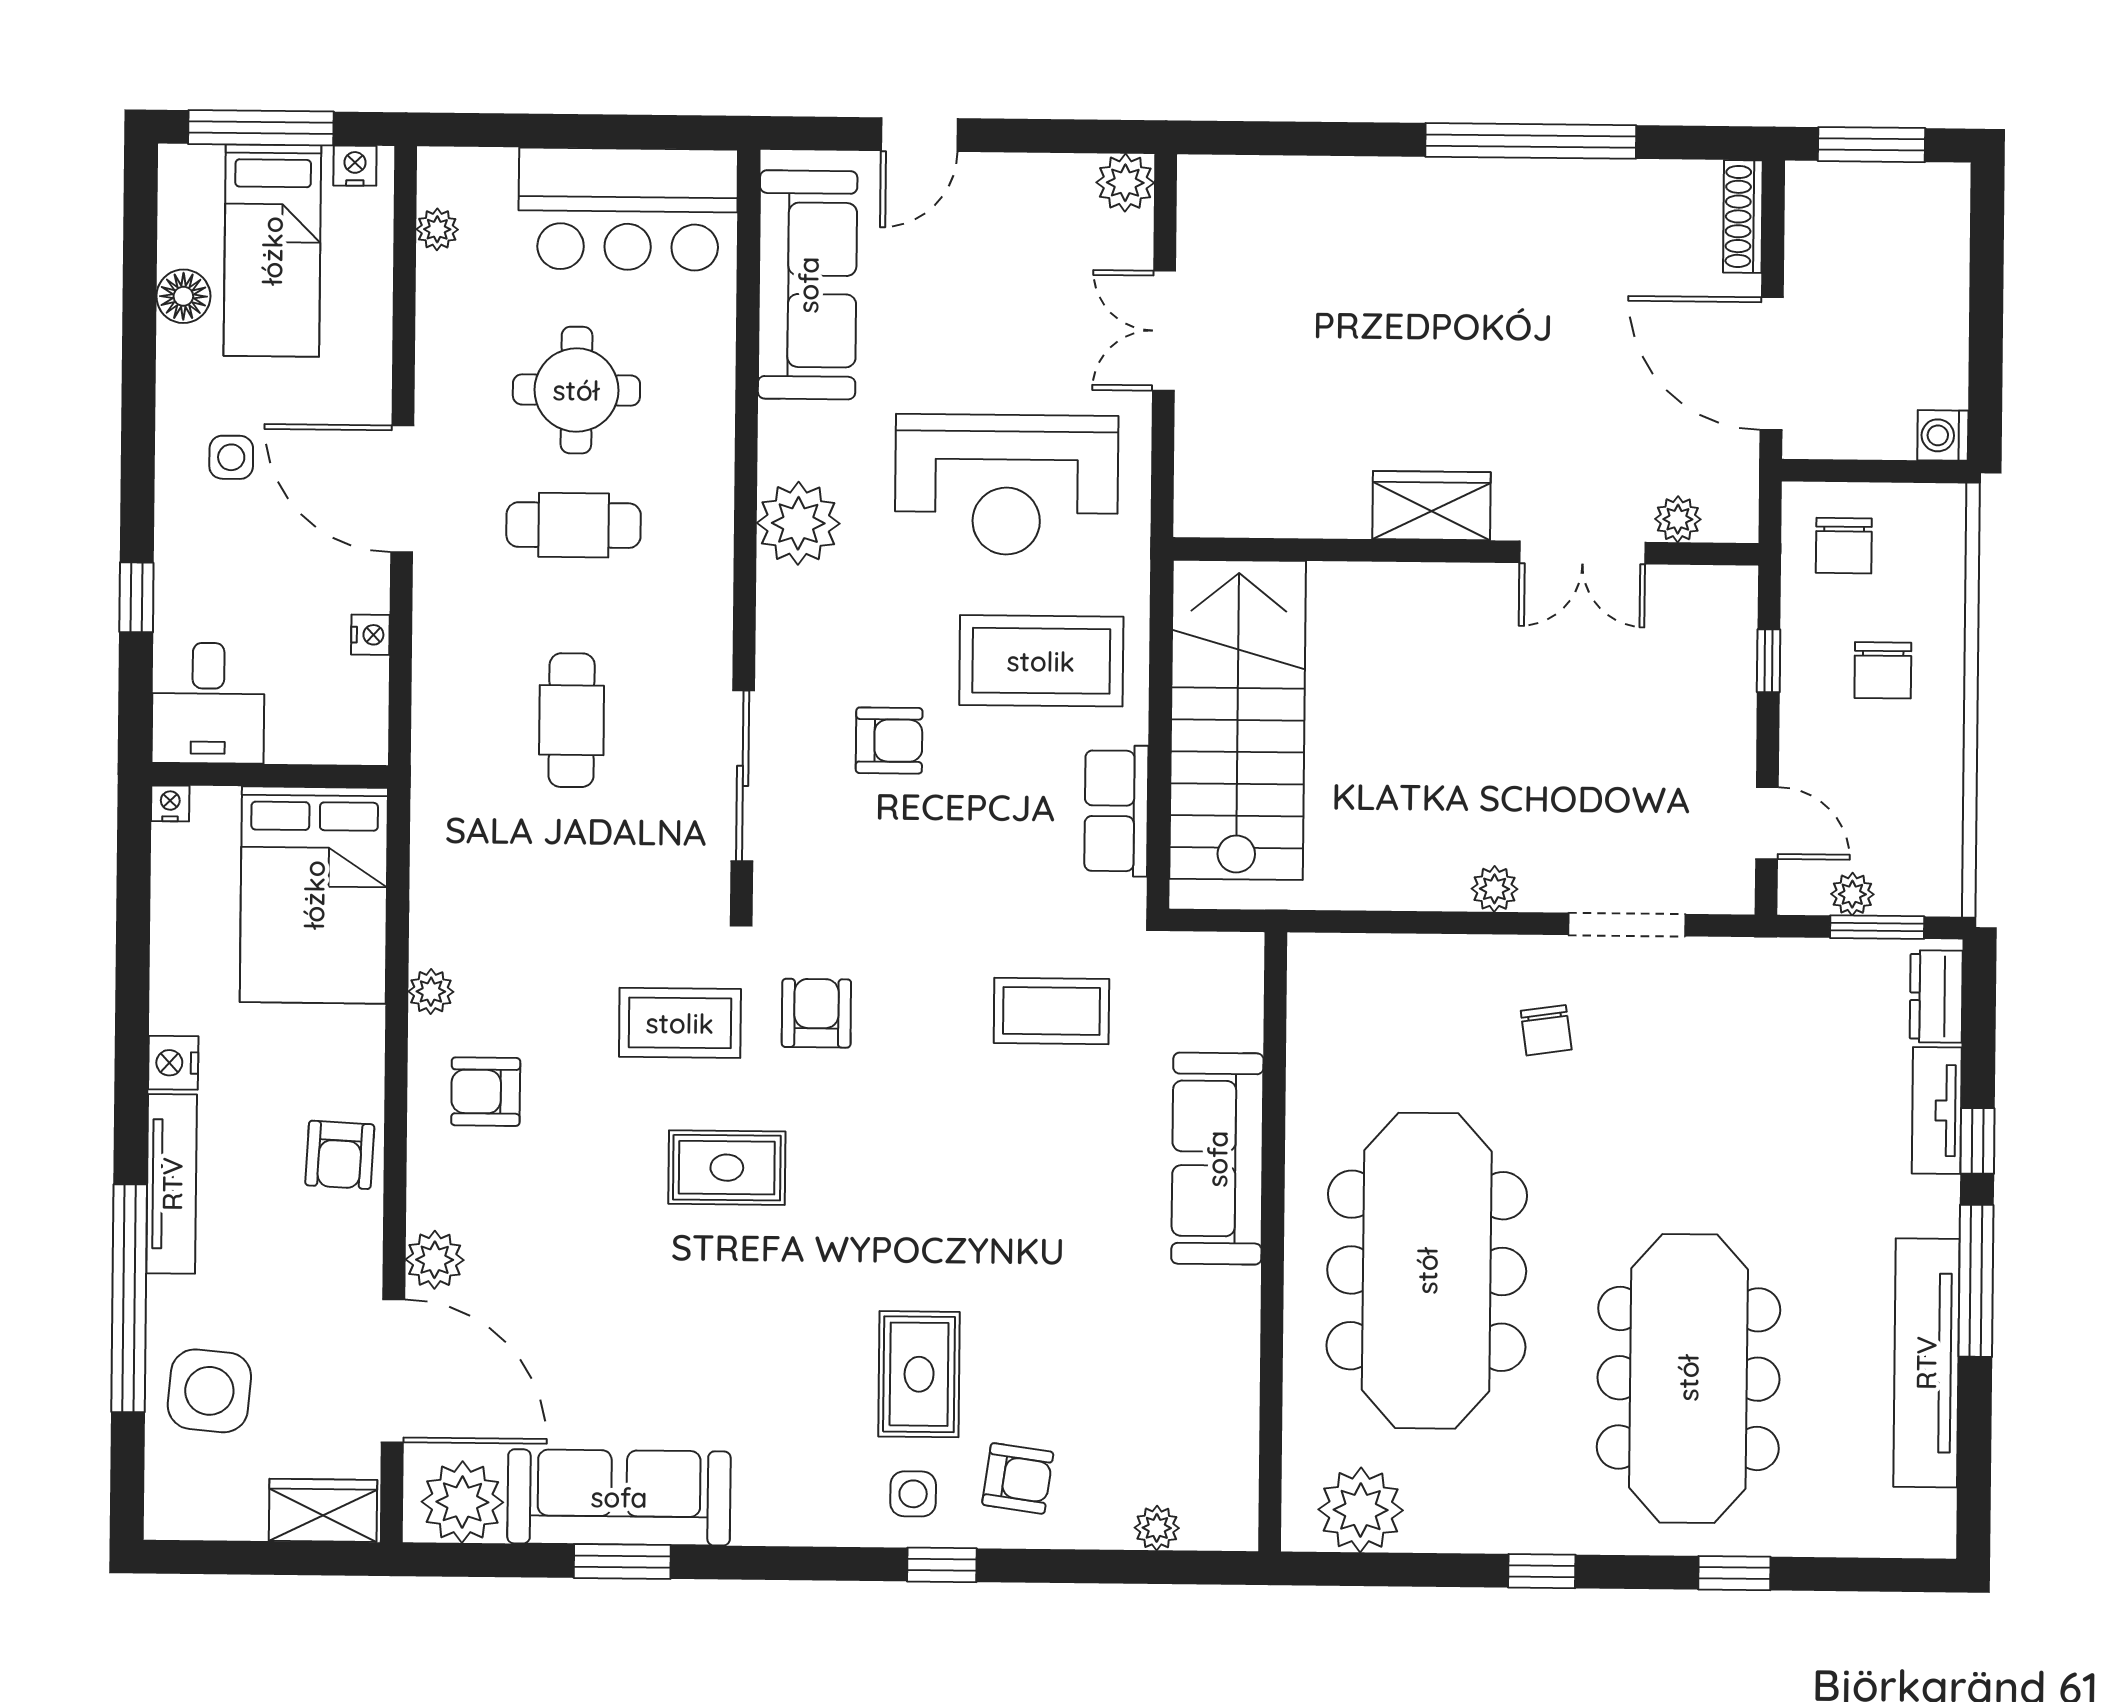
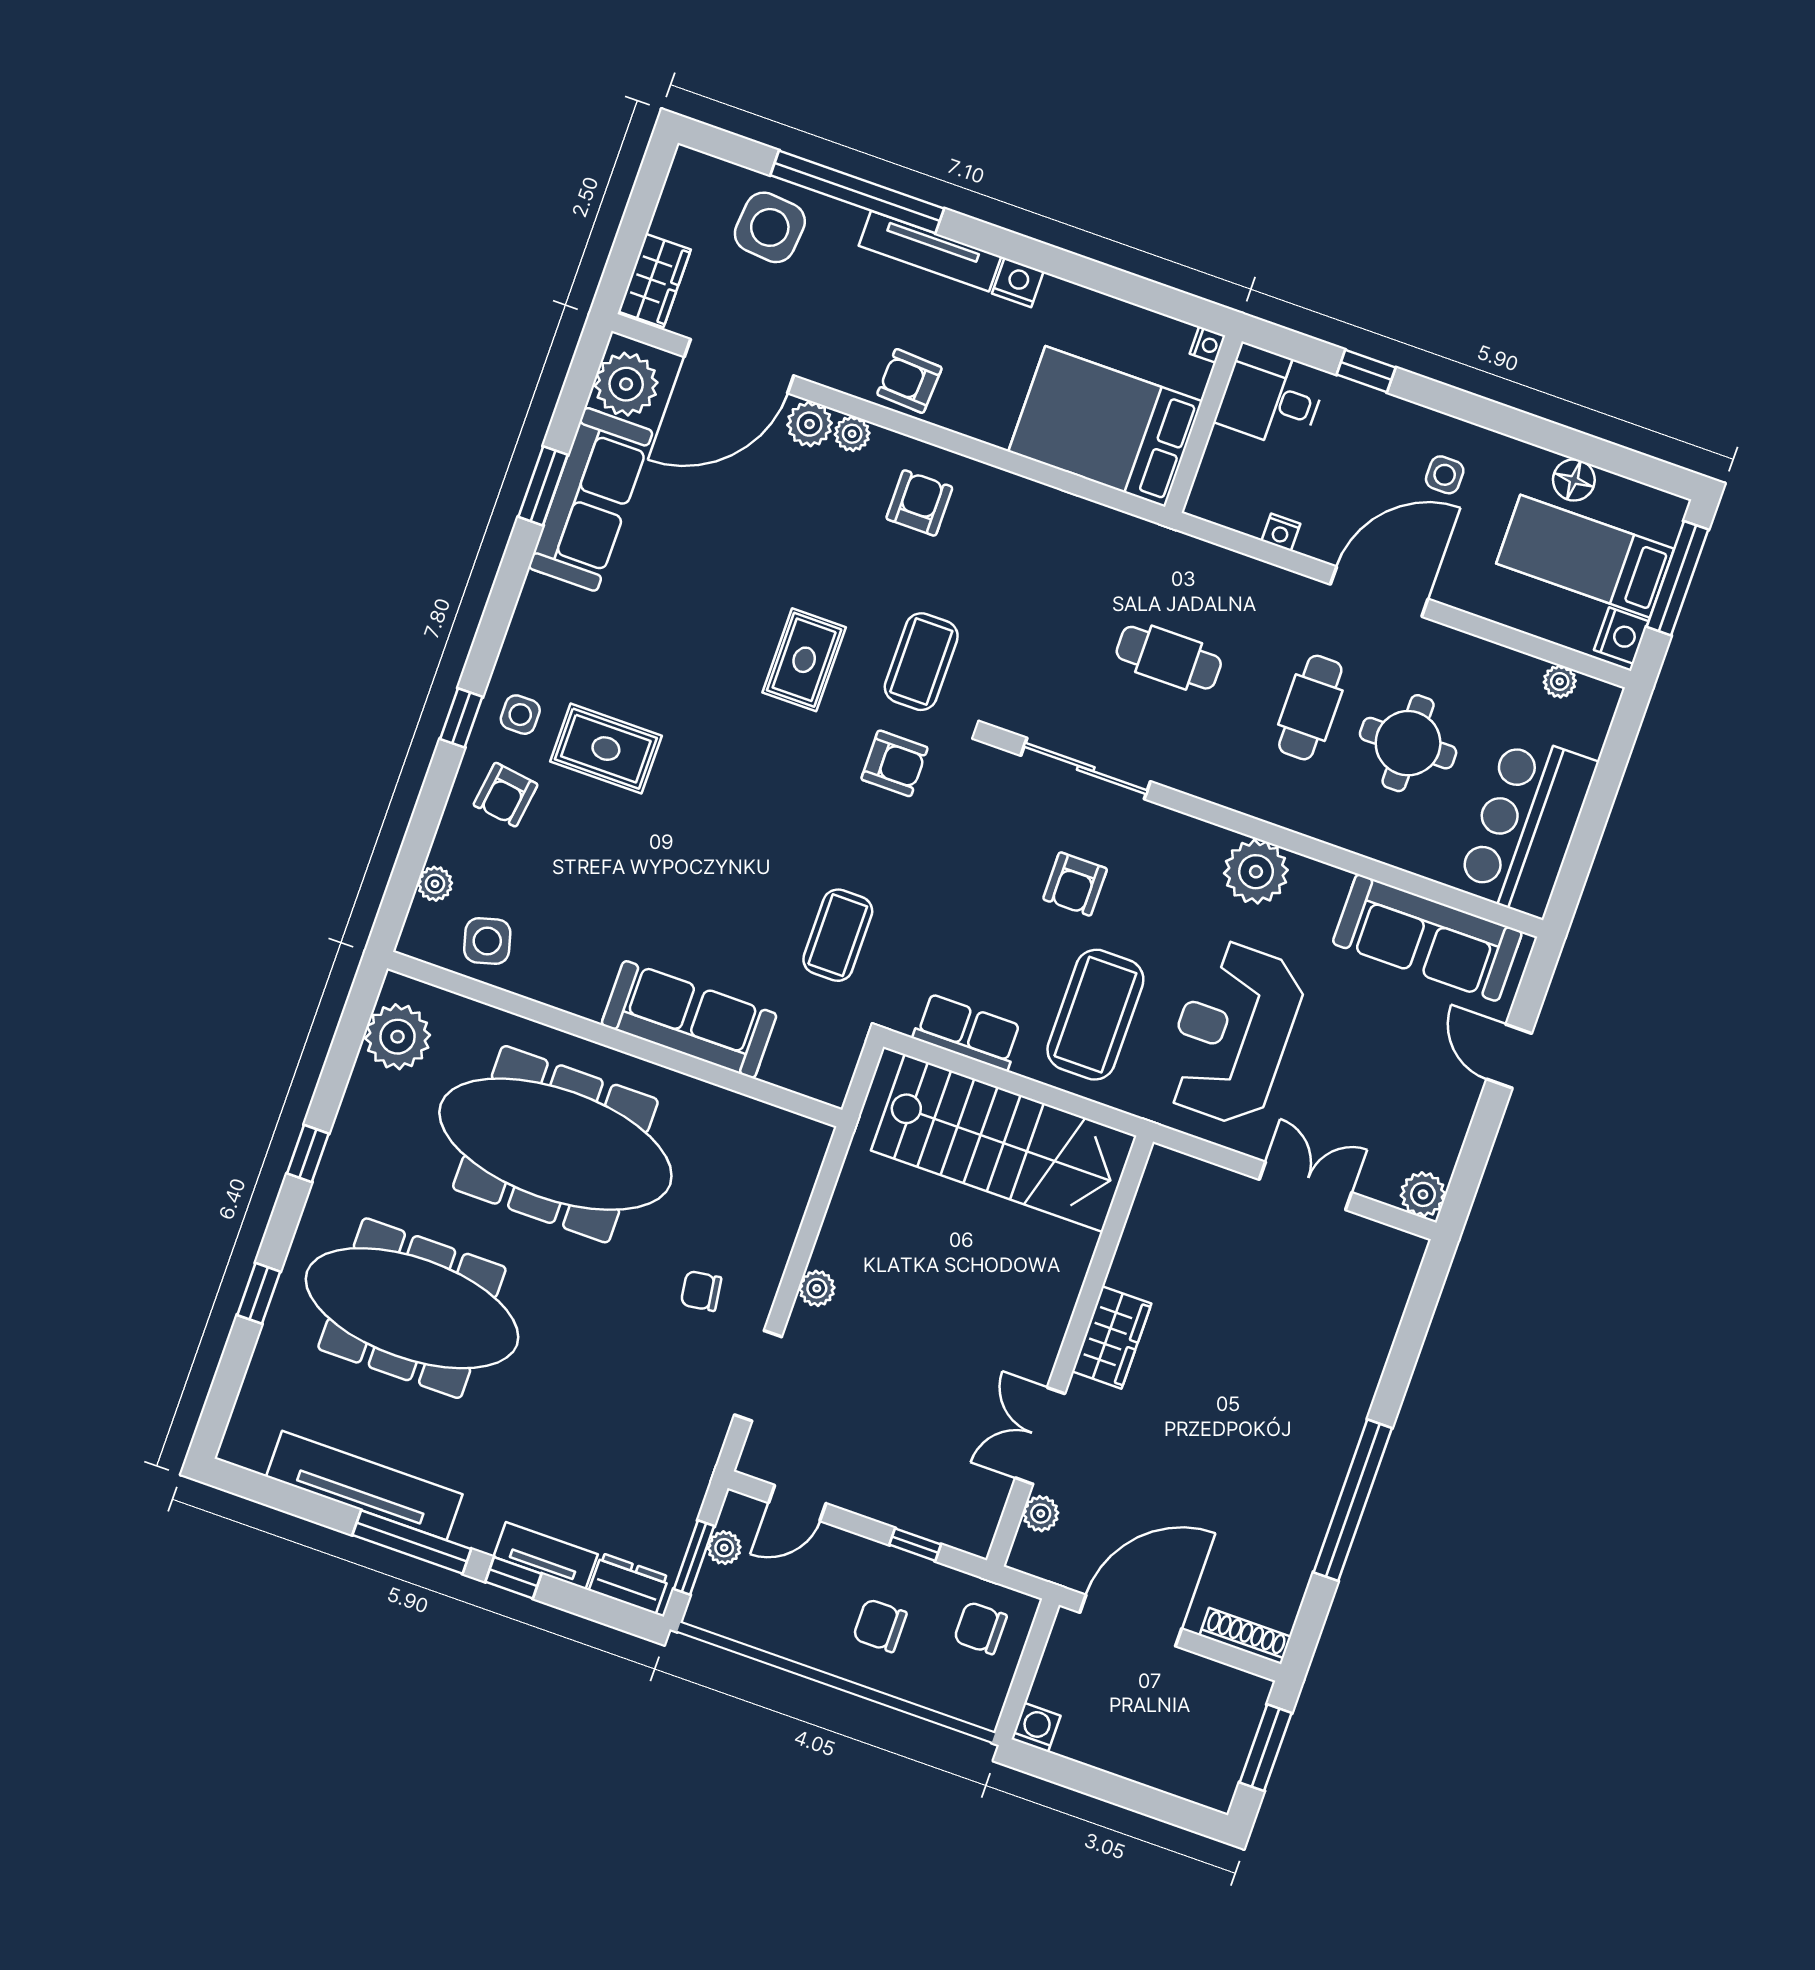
nightstand: (355, 166) -> (1621, 636), width x1.39, depth x1.35
plant: (431, 992) -> (852, 434), moved
side table: (1205, 1440) -> (487, 941), added

